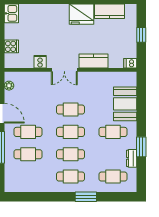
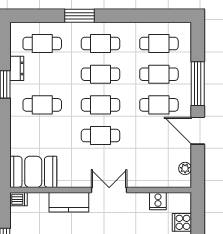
cooker: (40, 62) -> (158, 201), moved
booth: (125, 104) -> (33, 172), moved, turned 90
cafe table: (28, 177) -> (159, 44), added

